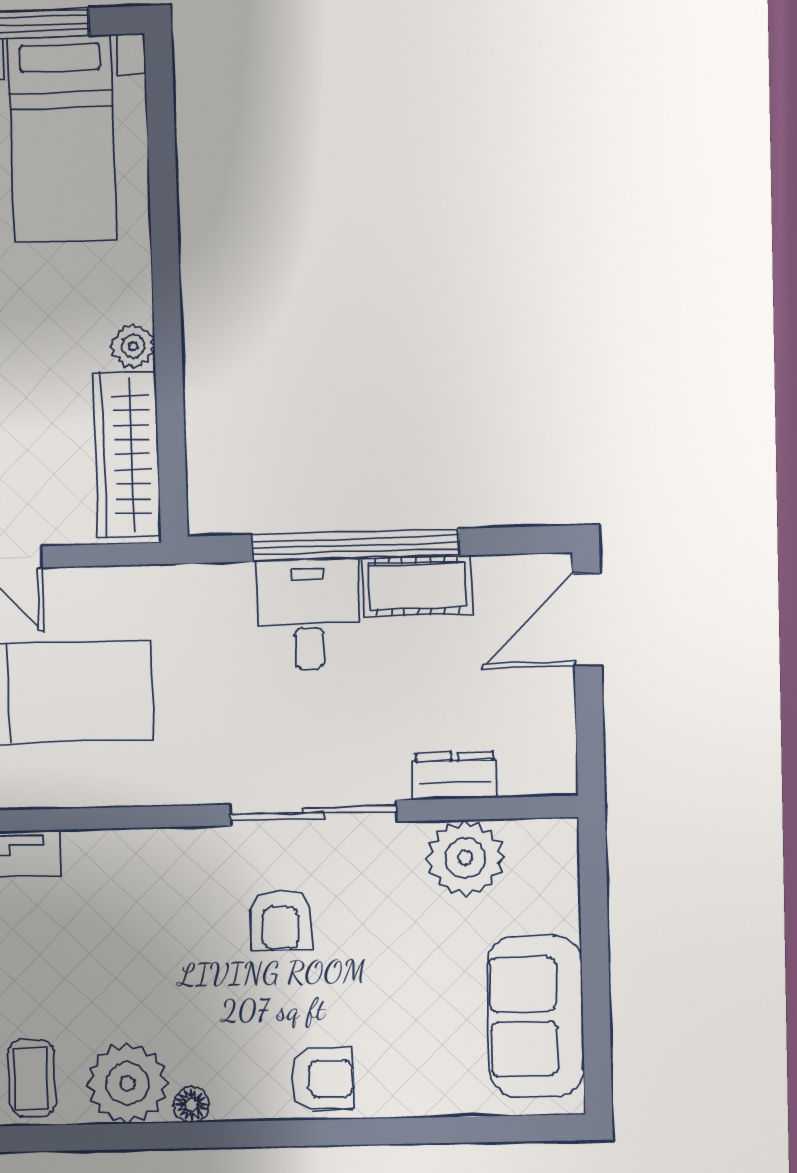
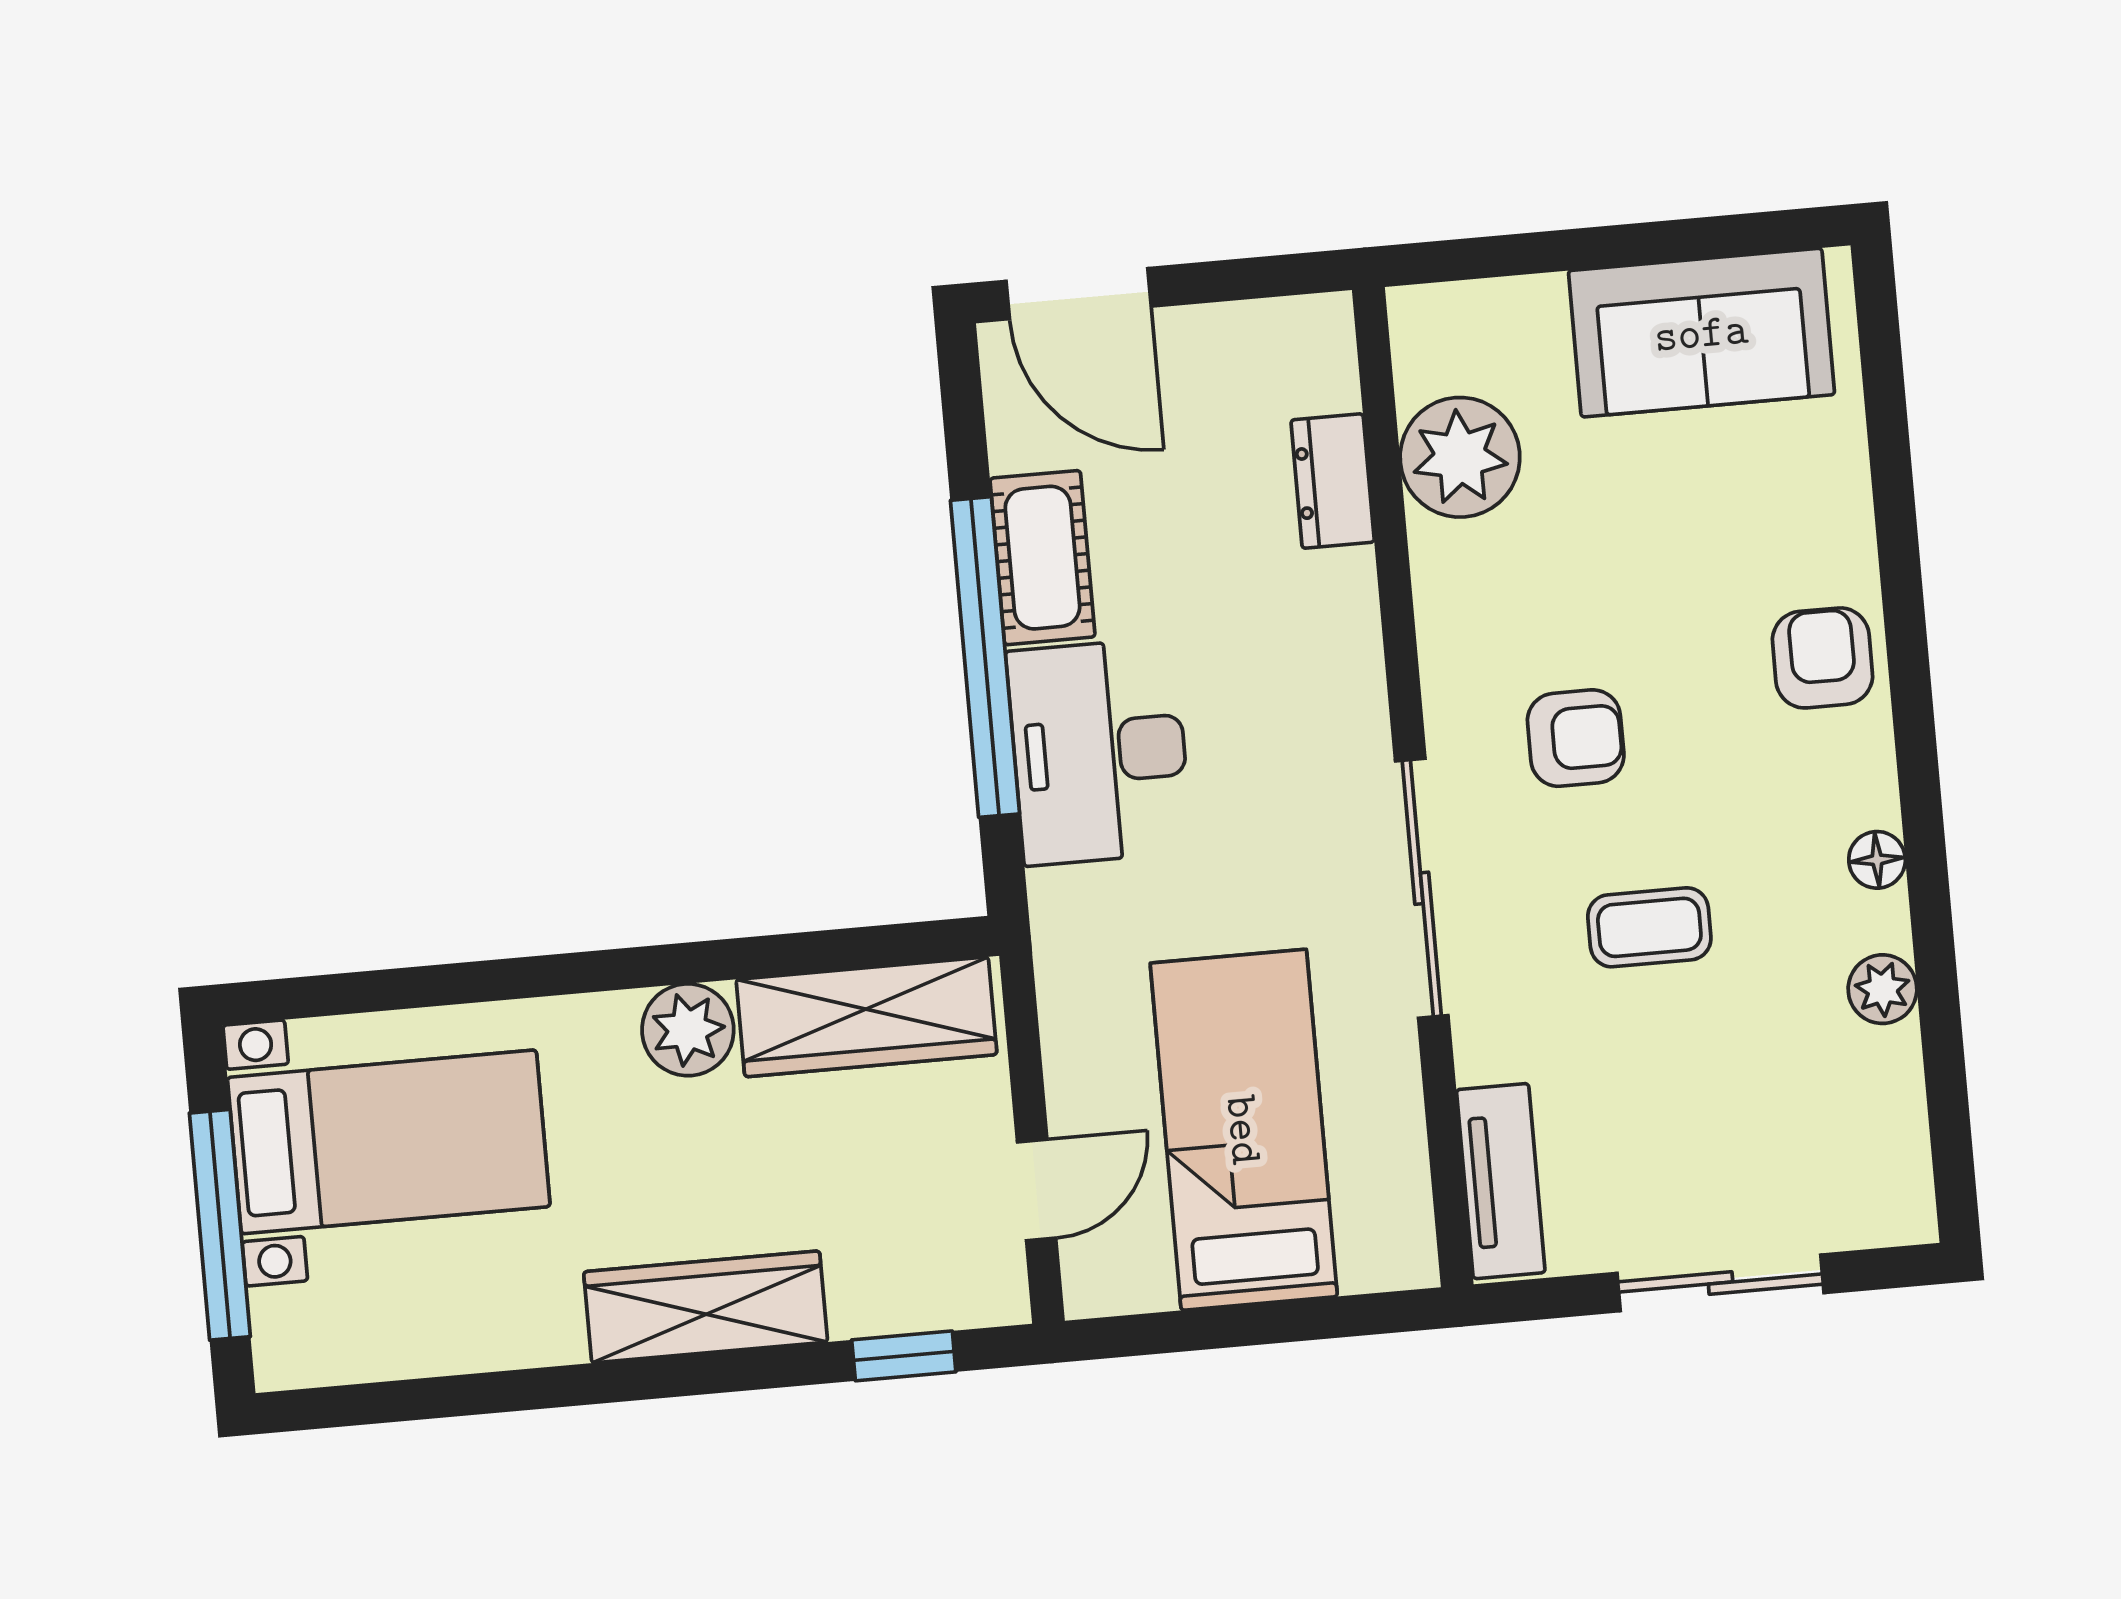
plant: (133, 346) -> (688, 1030), width x1.38, depth x1.38
desk: (309, 615) -> (1099, 752), width x1.37
sliding door: (313, 813) -> (1422, 888), moved
coffee table: (32, 1078) -> (1649, 927), moved
plant: (127, 1083) -> (1883, 989), width x0.53, depth x0.53

